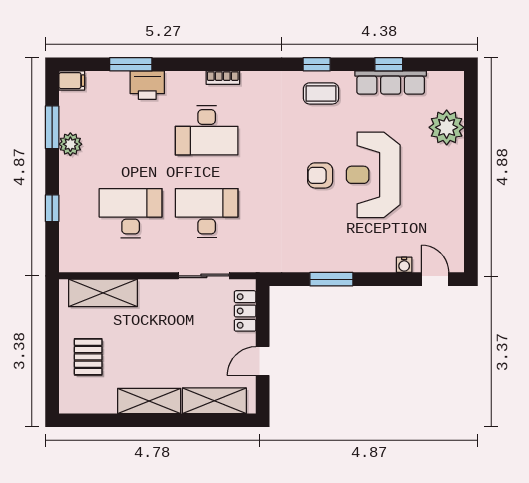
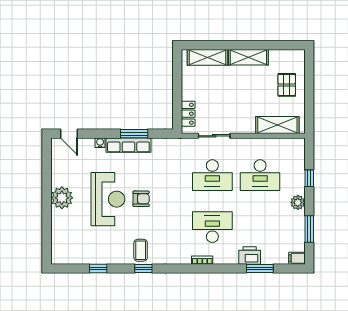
row of seats: (391, 83) -> (128, 145), moved, turned 180
coffee table: (321, 93) -> (141, 250), turned 90
plant: (447, 127) -> (62, 198), moved
plant: (70, 144) -> (298, 202), moved
water cooler: (404, 265) -> (100, 143), moved
door: (263, 361) -> (177, 82), removed

